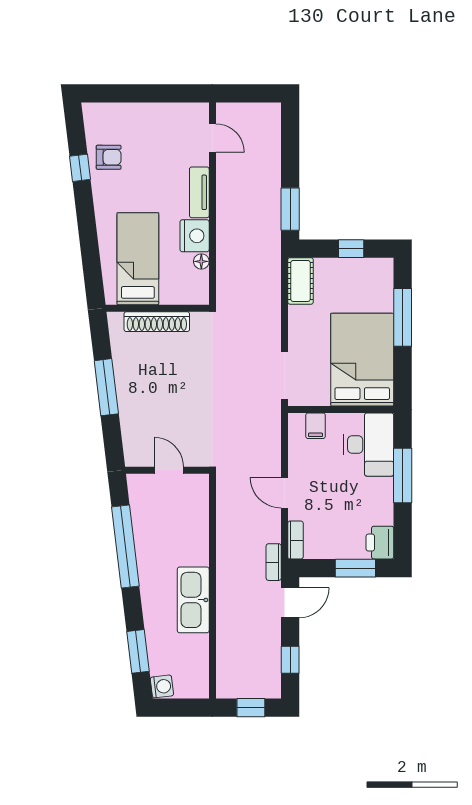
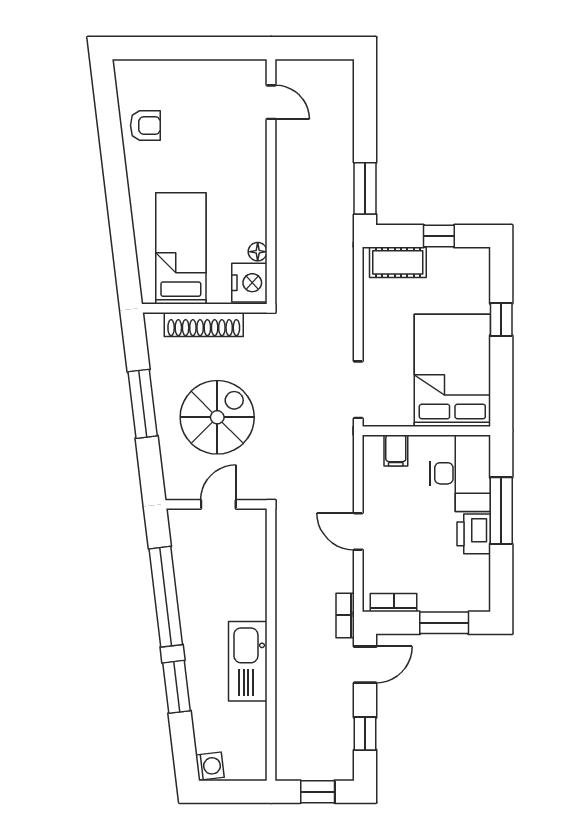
window: (80, 168) -> (111, 138), removed
tv unit: (199, 192) -> (255, 168), removed
nightstand: (195, 236) -> (249, 283), moved
cot: (300, 281) -> (398, 262), moved, turned 90
window: (403, 317) -> (501, 319), width x0.46
spiral stairs: (168, 398) -> (217, 417), added
door: (169, 470) -> (218, 504), hinge flipped
bookcase: (295, 540) -> (394, 603), moved, turned -90
printer: (380, 543) -> (474, 534), moved
window: (138, 651) -> (177, 687), moved

